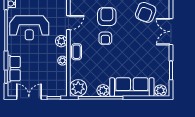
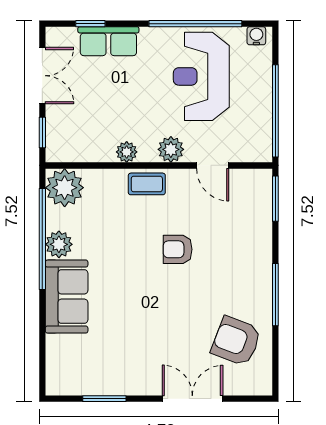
armchair: (107, 17) -> (227, 253), removed
sofa: (132, 87) -> (67, 297), width x0.73
plant: (160, 91) -> (59, 375), removed

